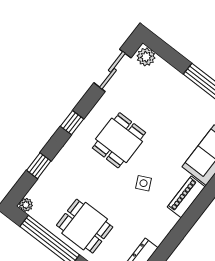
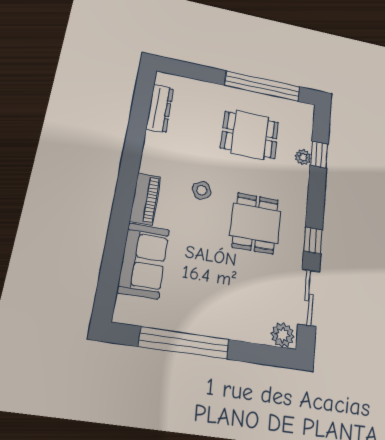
window: (72, 123) -> (313, 241), moved
plant: (26, 205) -> (303, 157), moved
dining table: (85, 226) -> (250, 135), moved

